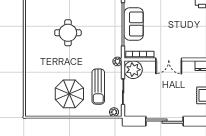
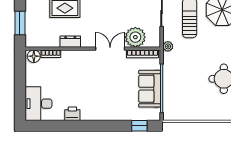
plant: (133, 70) -> (135, 37), moved

